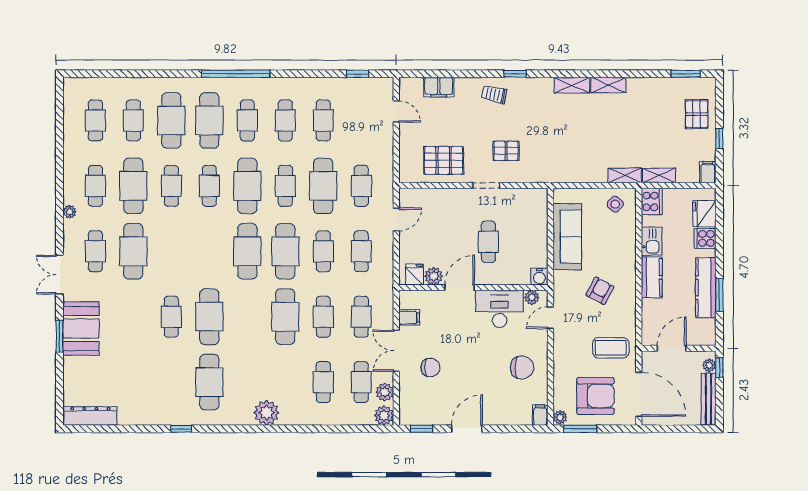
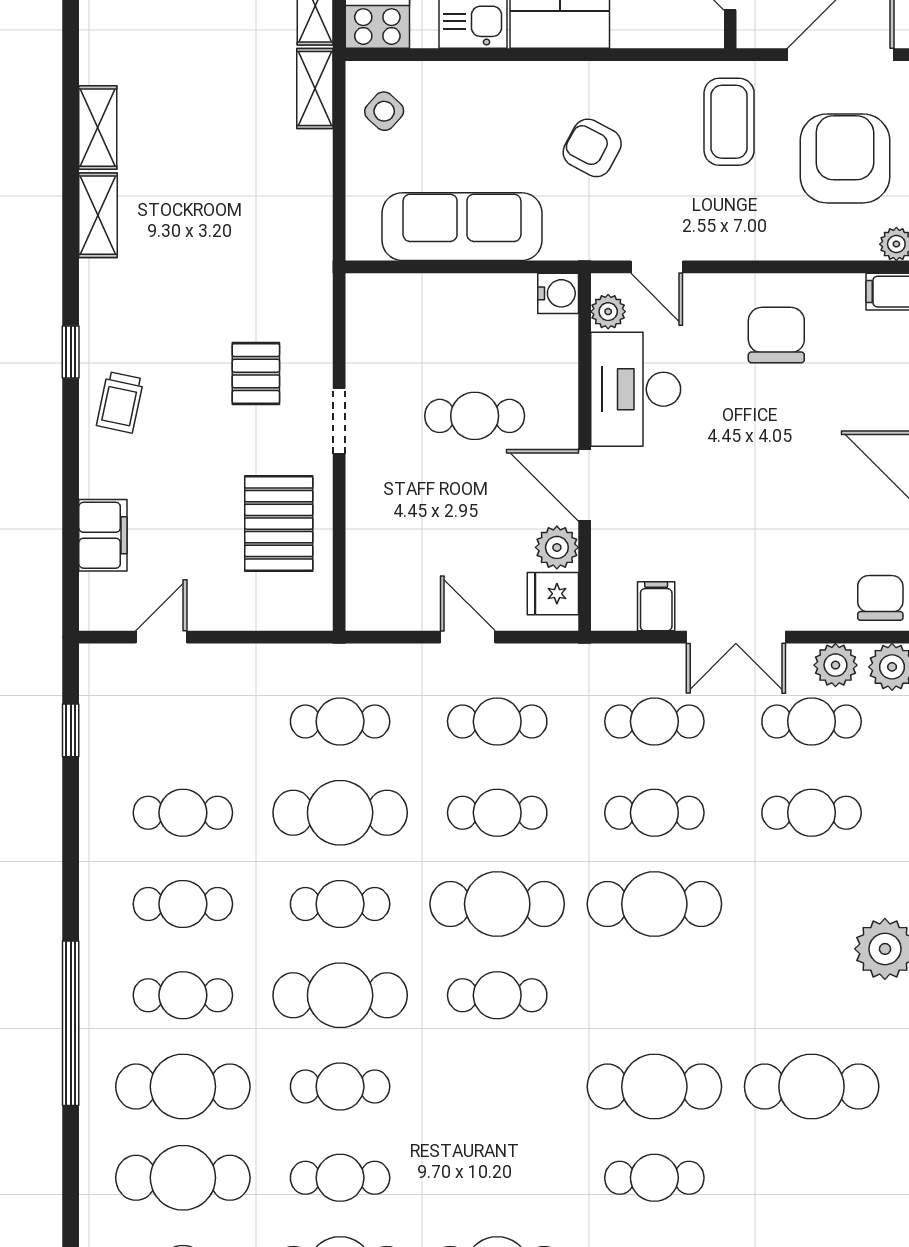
door: (396, 219) -> (468, 637), moved
cafe table: (247, 251) -> (497, 995), width x0.73, depth x0.74
chair: (430, 368) -> (880, 598), moved

